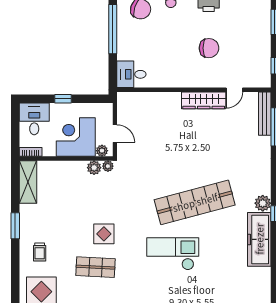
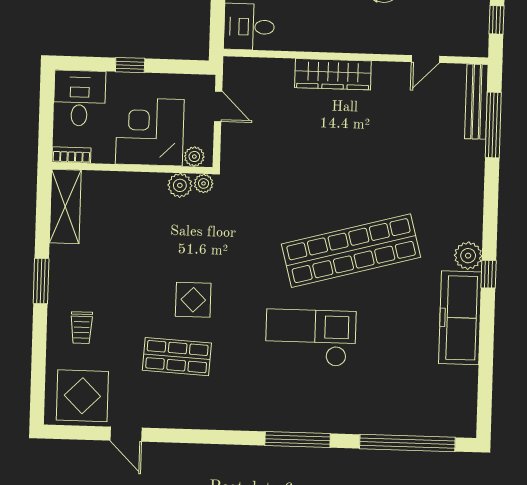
wardrobe: (204, 100) -> (333, 74), moved
door: (115, 134) -> (218, 106), moved

